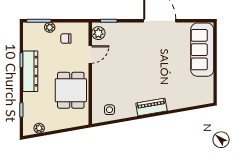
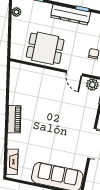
fireplace: (196, 100) -> (12, 162), added
side table: (109, 110) -> (20, 80), removed

